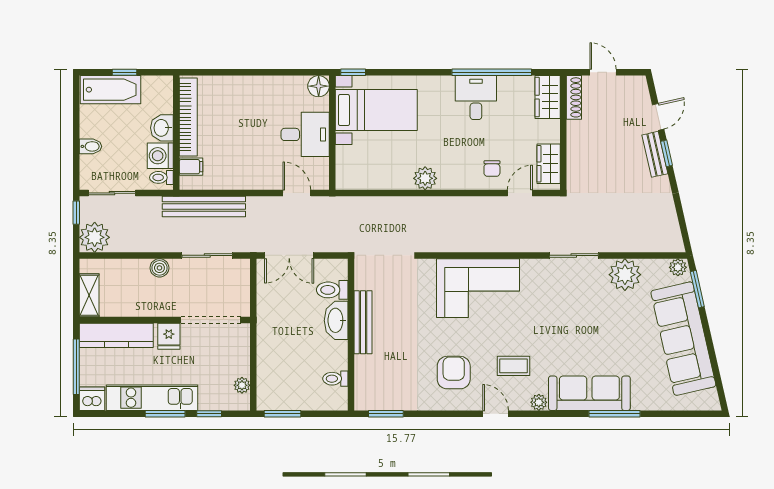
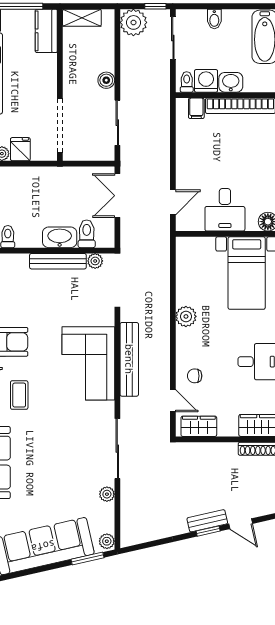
bench: (204, 207) -> (129, 359), moved
sliding door: (574, 255) -> (117, 449), width x1.37
plant: (625, 275) -> (107, 494), width x0.53, depth x0.53
plant: (363, 280) -> (95, 261), added
kitchen counter: (116, 335) -> (46, 31), width x0.67
fridge: (169, 336) -> (20, 149), moved, turned 90

